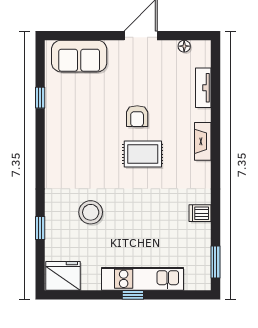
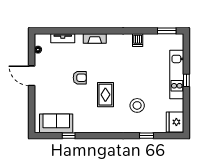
sofa: (79, 56) -> (56, 123), moved, turned -90
rug: (143, 154) -> (105, 95), moved

